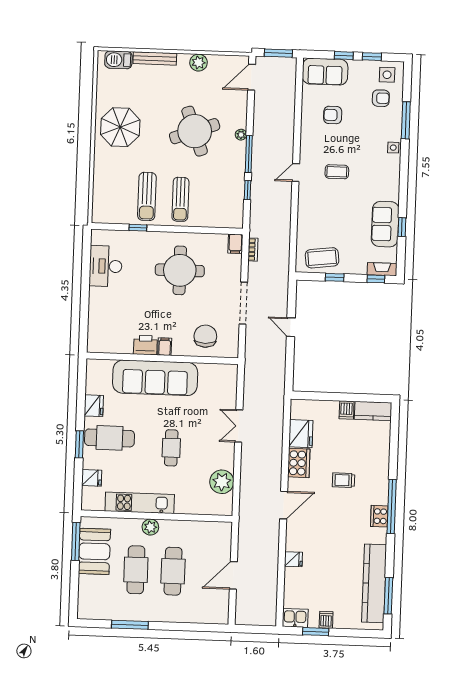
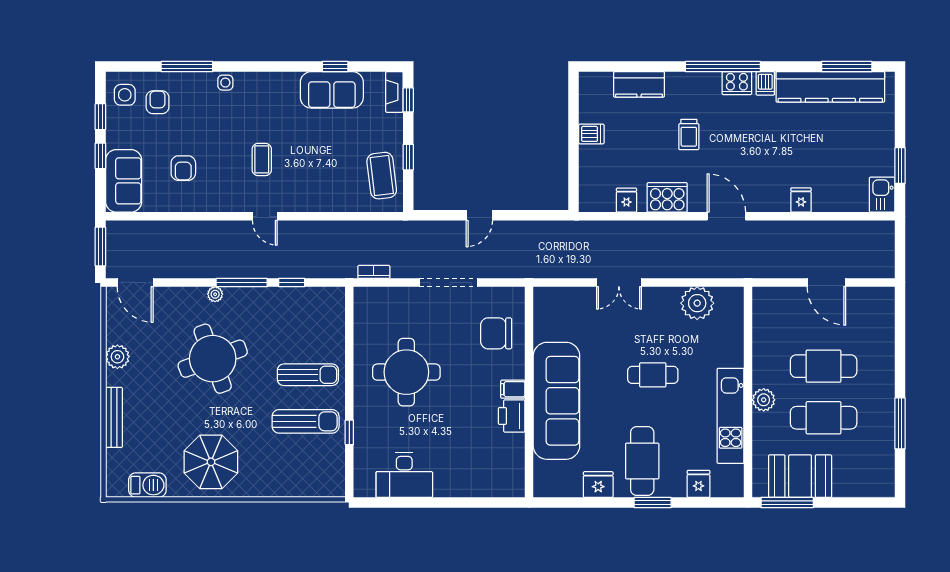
barbecue: (118, 60) -> (147, 485), moved, turned -90
filing cabinet: (235, 244) -> (367, 296), removed
kitchen counter: (373, 411) -> (639, 84), moved, turned 90
fridge: (301, 434) -> (626, 200), width x0.53, depth x0.75
dishwasher: (326, 620) -> (765, 83), moved, turned -90

